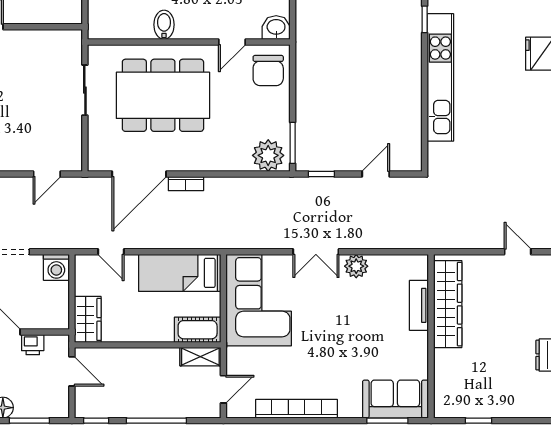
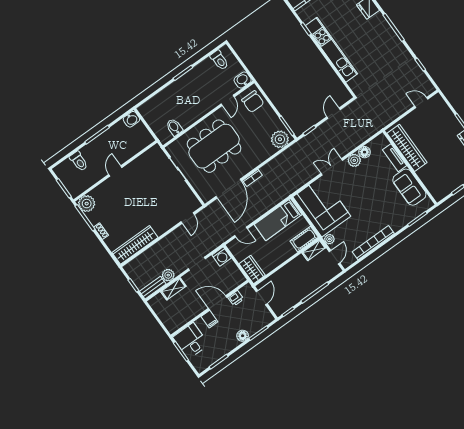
bidet: (164, 25) -> (174, 127), moved
double door: (316, 252) -> (332, 167), swing flipped
floor lamp: (380, 265) -> (364, 152), added
plant: (235, 357) -> (329, 239), added
door: (72, 371) -> (262, 298), hinge flipped
sofa: (395, 399) -> (409, 187), moved, turned -90

